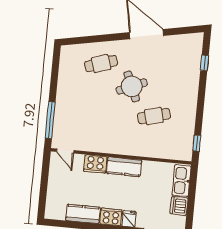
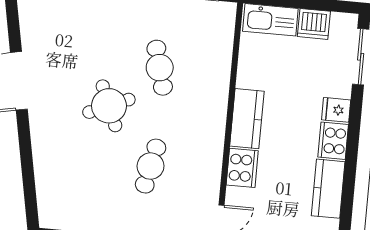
cafe table: (101, 64) -> (151, 166), moved, turned 30

